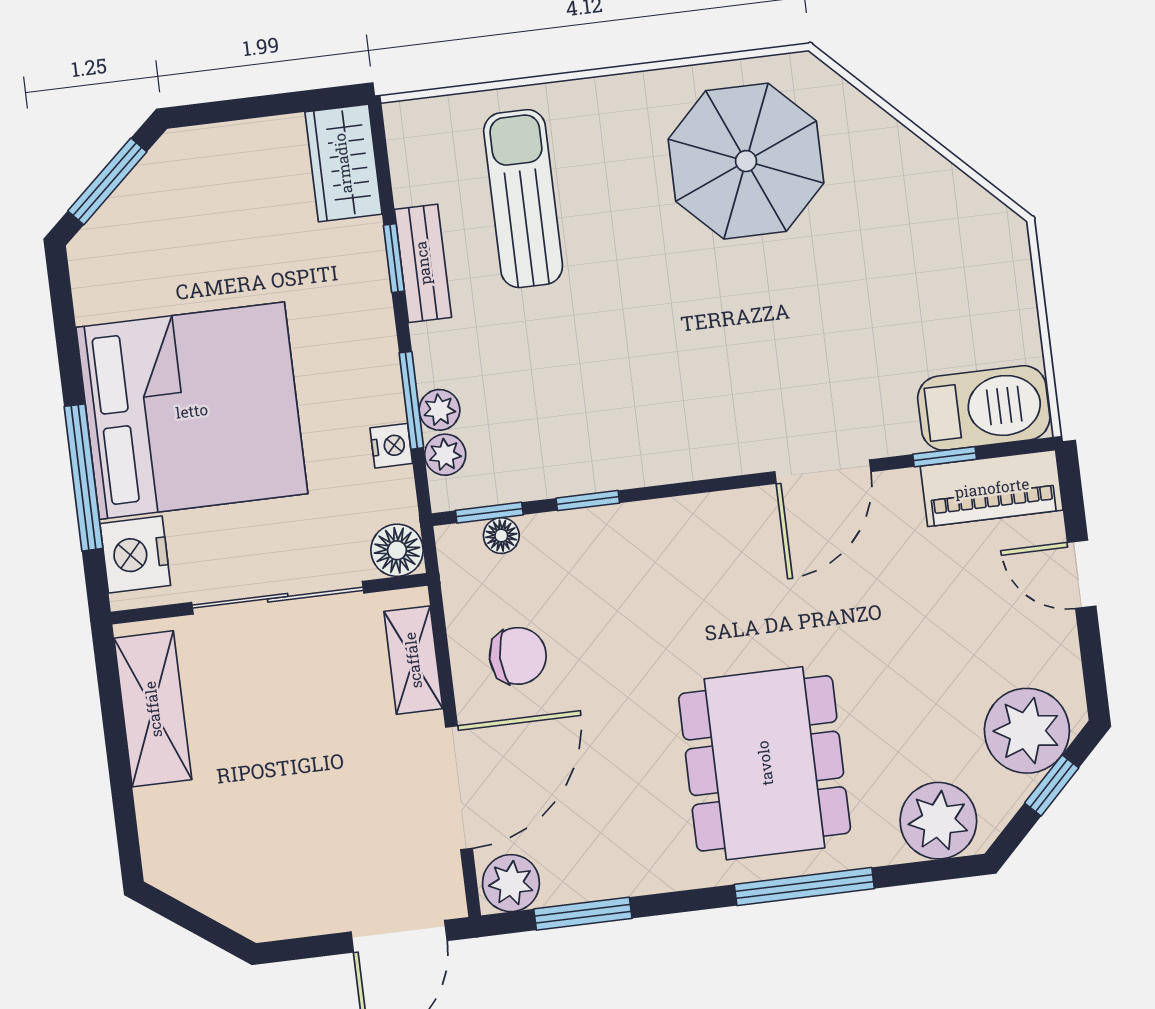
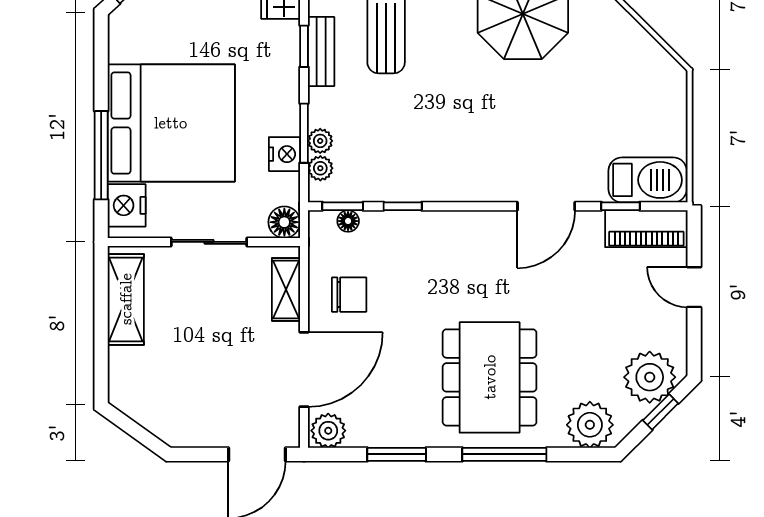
nightstand: (391, 446) -> (284, 154), width x1.39, depth x1.35
sliding door: (278, 598) -> (209, 242), width x0.73
window: (583, 914) -> (397, 454), moved

